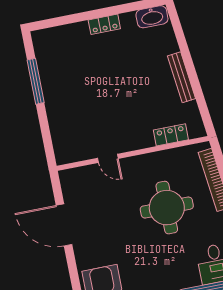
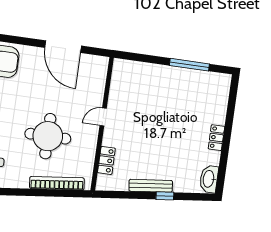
window: (187, 58) -> (165, 196), added
door: (108, 158) -> (103, 117), moved
door: (64, 225) -> (63, 47), swing flipped

